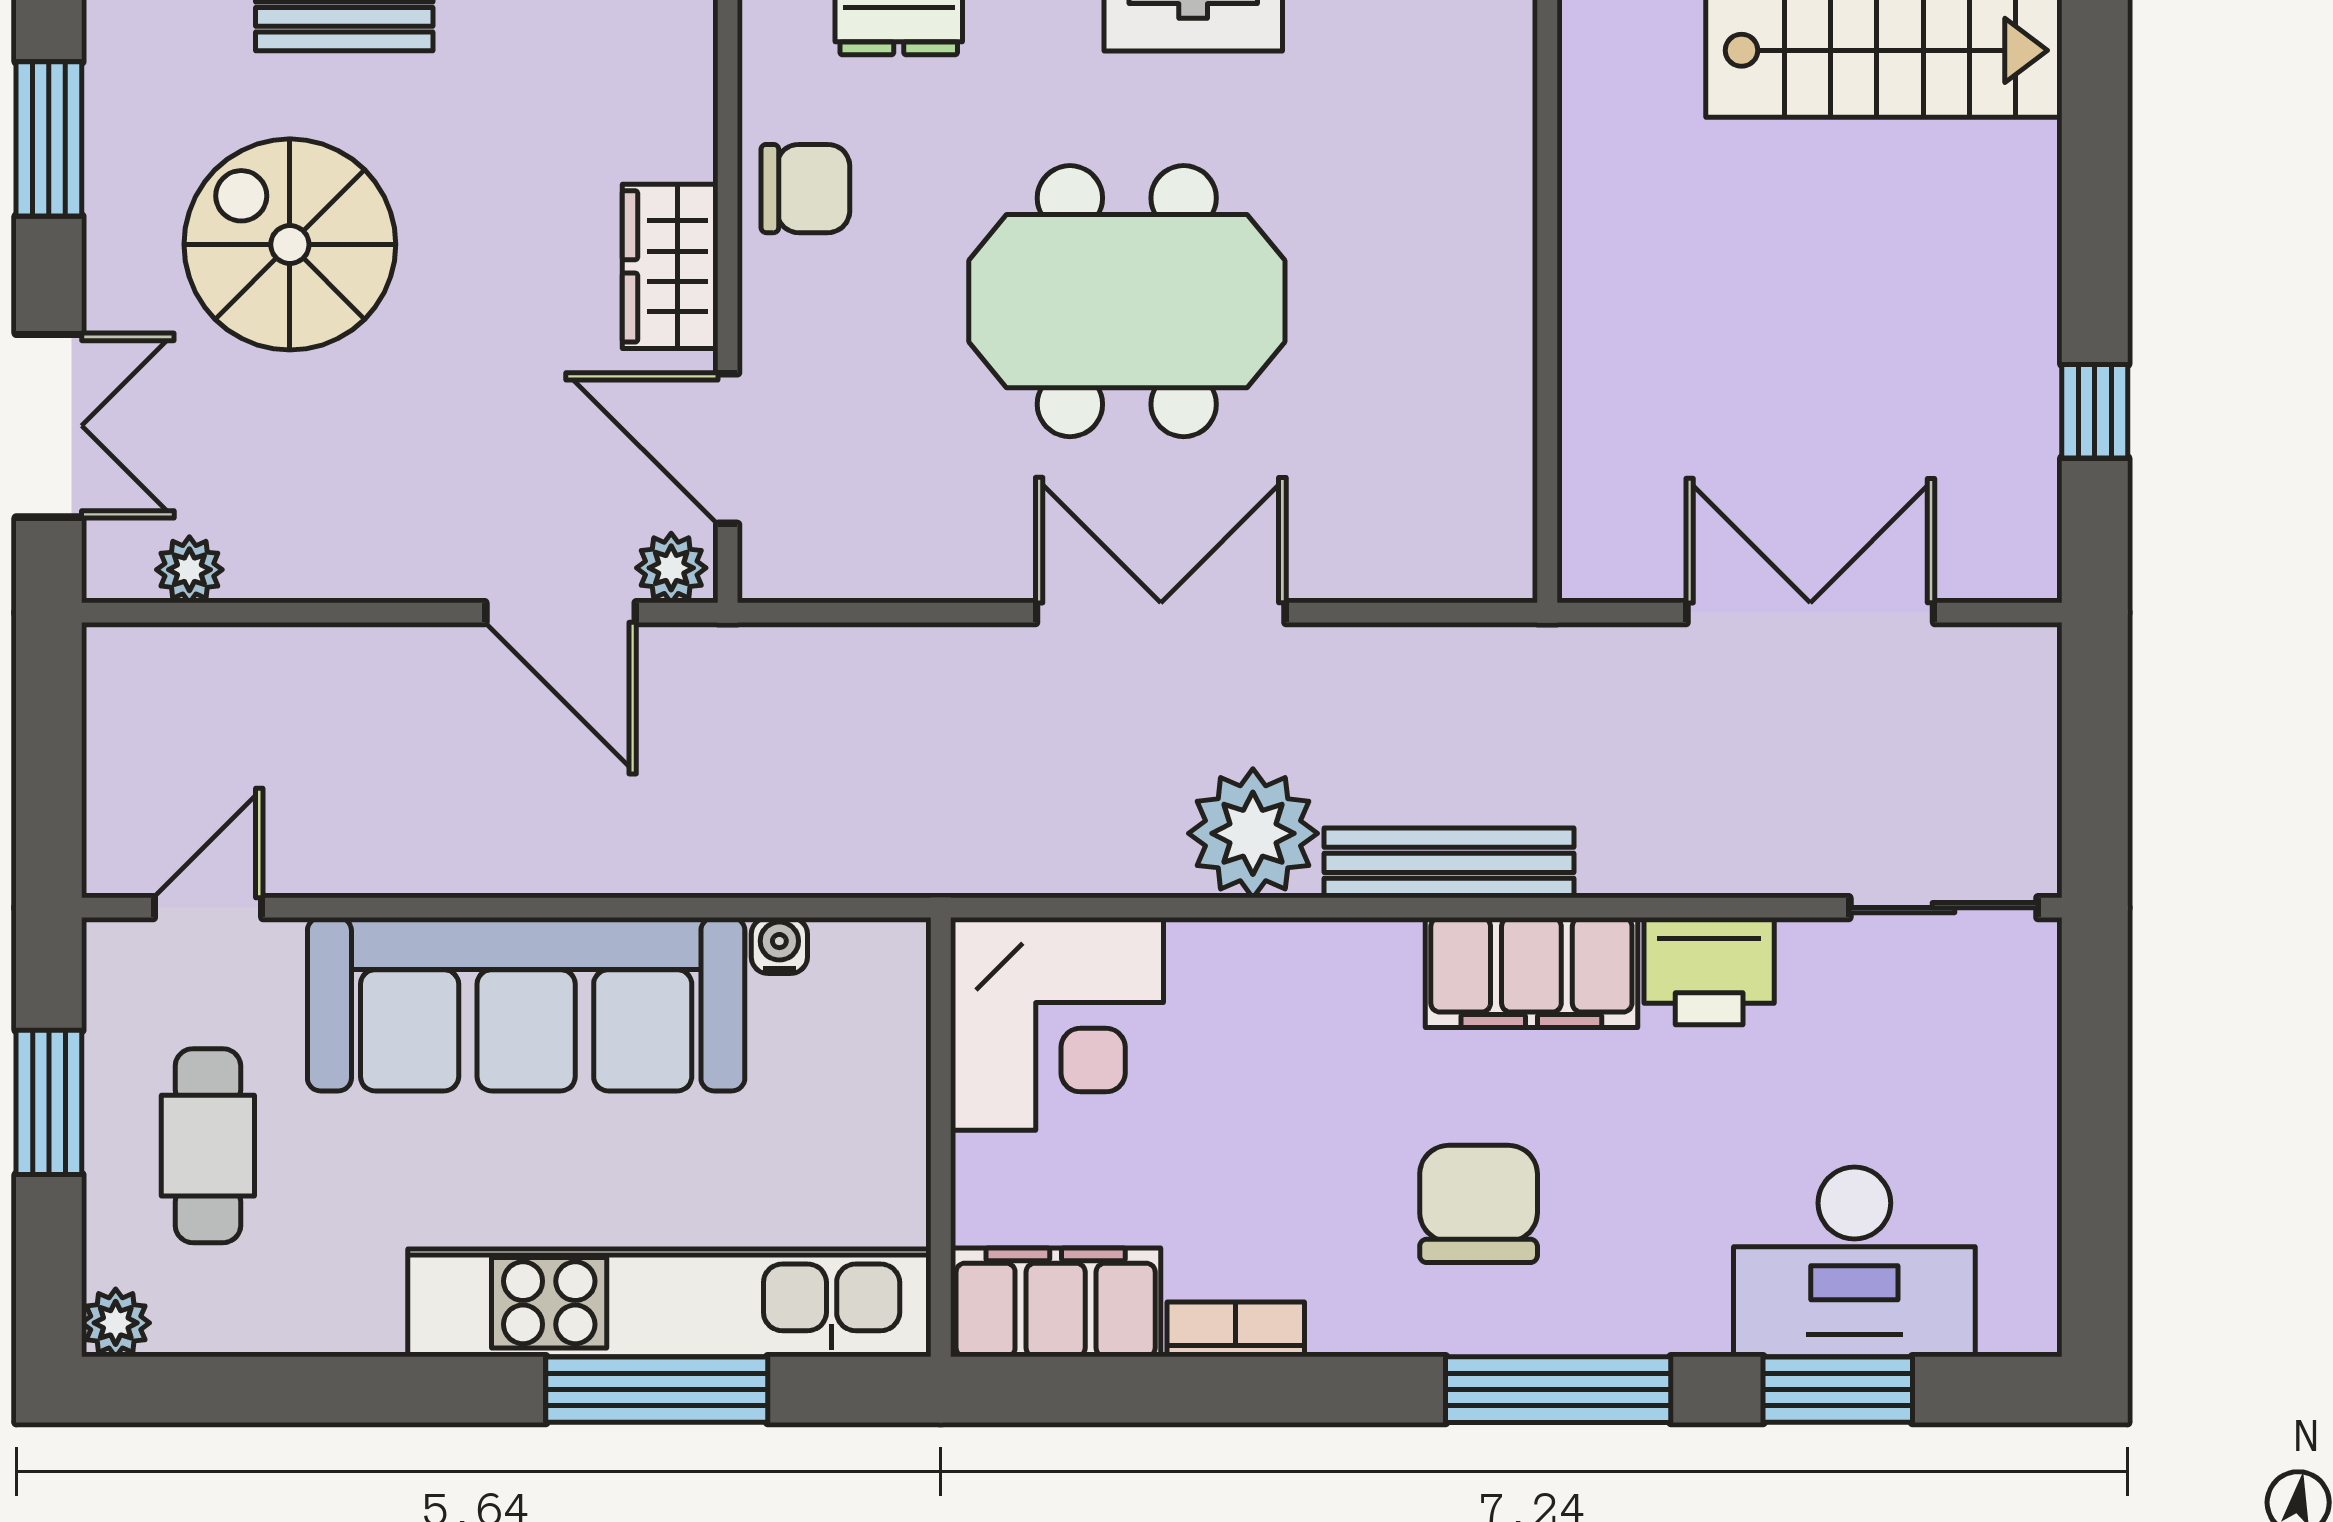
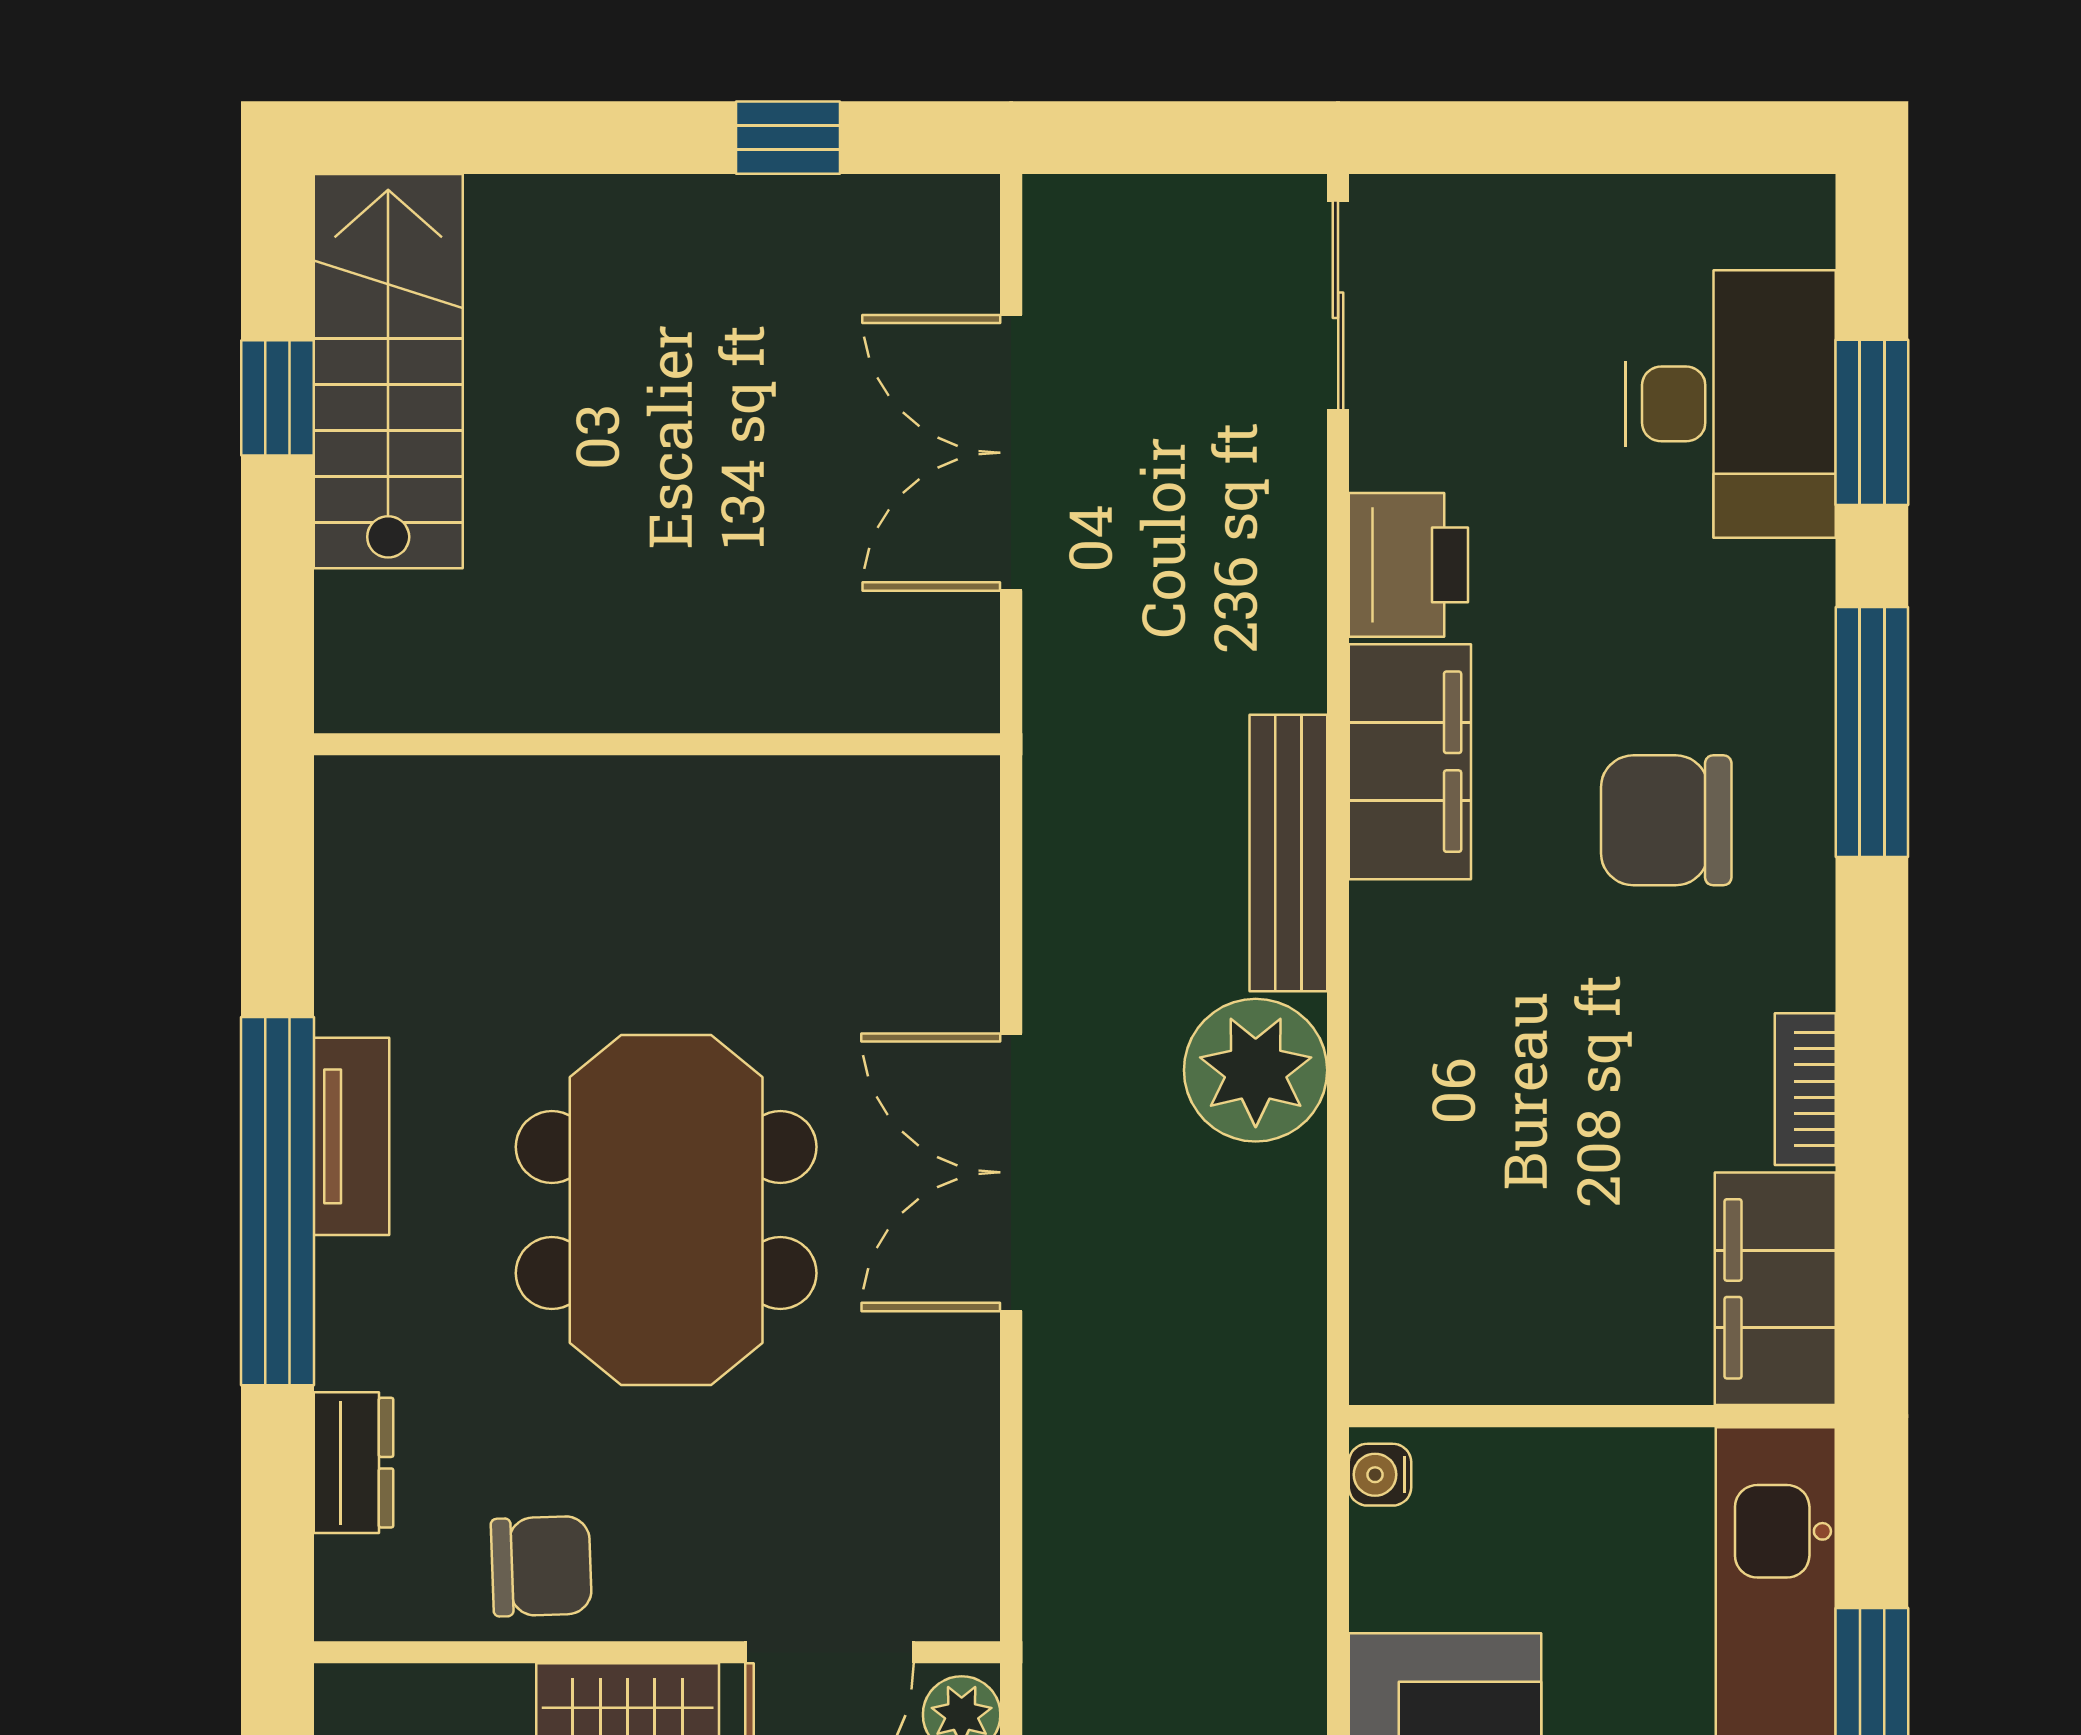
chair: (805, 189) -> (541, 1566), turned 88
water cooler: (779, 946) -> (1380, 1475), moved
corner desk: (1057, 1024) -> (1467, 1287), removed

